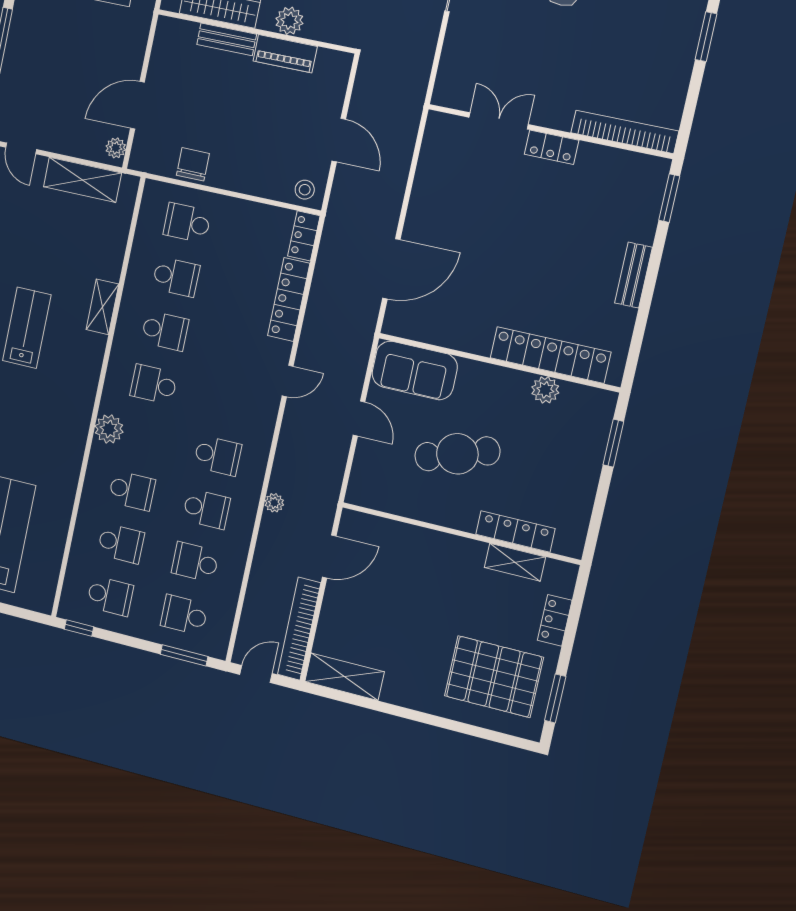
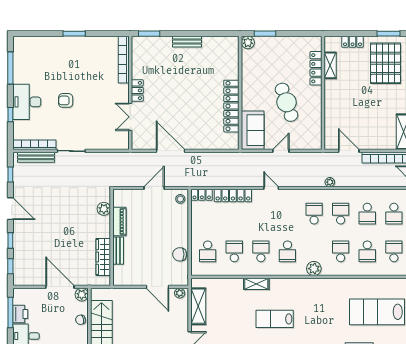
plant: (289, 21) -> (104, 209), moved
door: (391, 269) -> (171, 151), moved
locker: (550, 355) -> (231, 106), moved
plant: (545, 390) -> (248, 42), moved
school desk: (121, 543) -> (367, 251), turned 180

